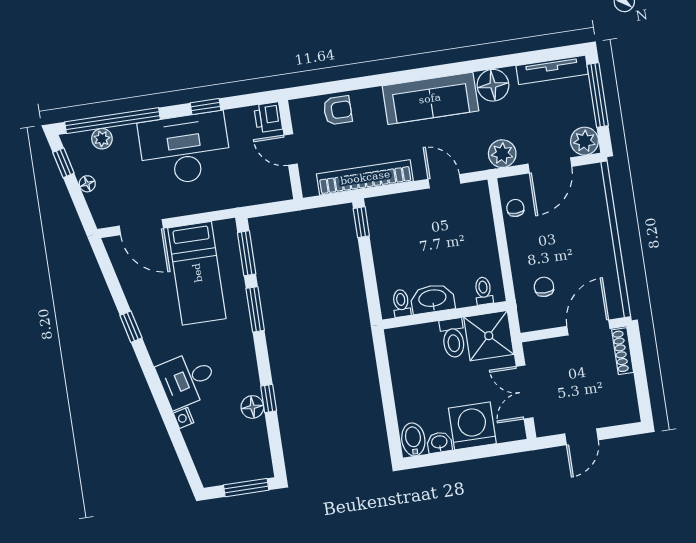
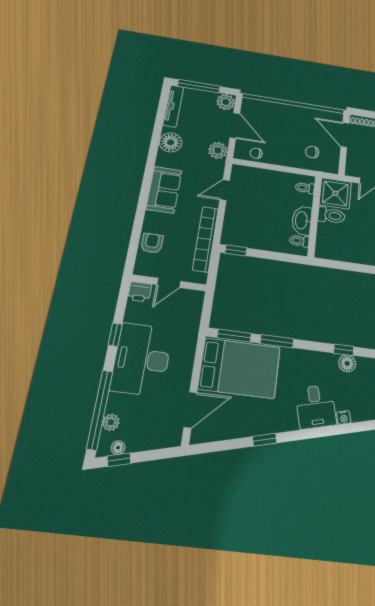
sofa: (430, 98) -> (164, 190), width x0.73
floor lamp: (87, 184) -> (118, 448), moved
bed: (197, 273) -> (239, 368), width x1.50

